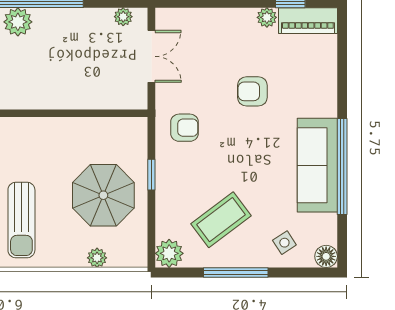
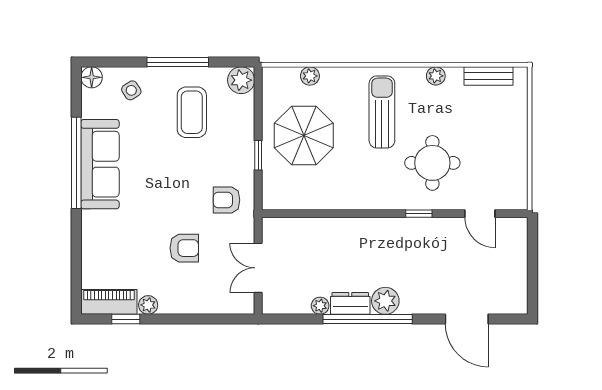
plant: (123, 17) -> (320, 306), moved
dresser: (55, 19) -> (350, 303), added
armchair: (252, 91) -> (184, 248), moved
coffee table: (221, 220) -> (192, 112), turned -53

